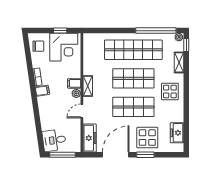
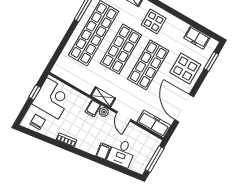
filing cabinet: (42, 91) -> (103, 151), moved
desk: (54, 140) -> (122, 153), moved
window: (145, 155) -> (211, 61), moved

